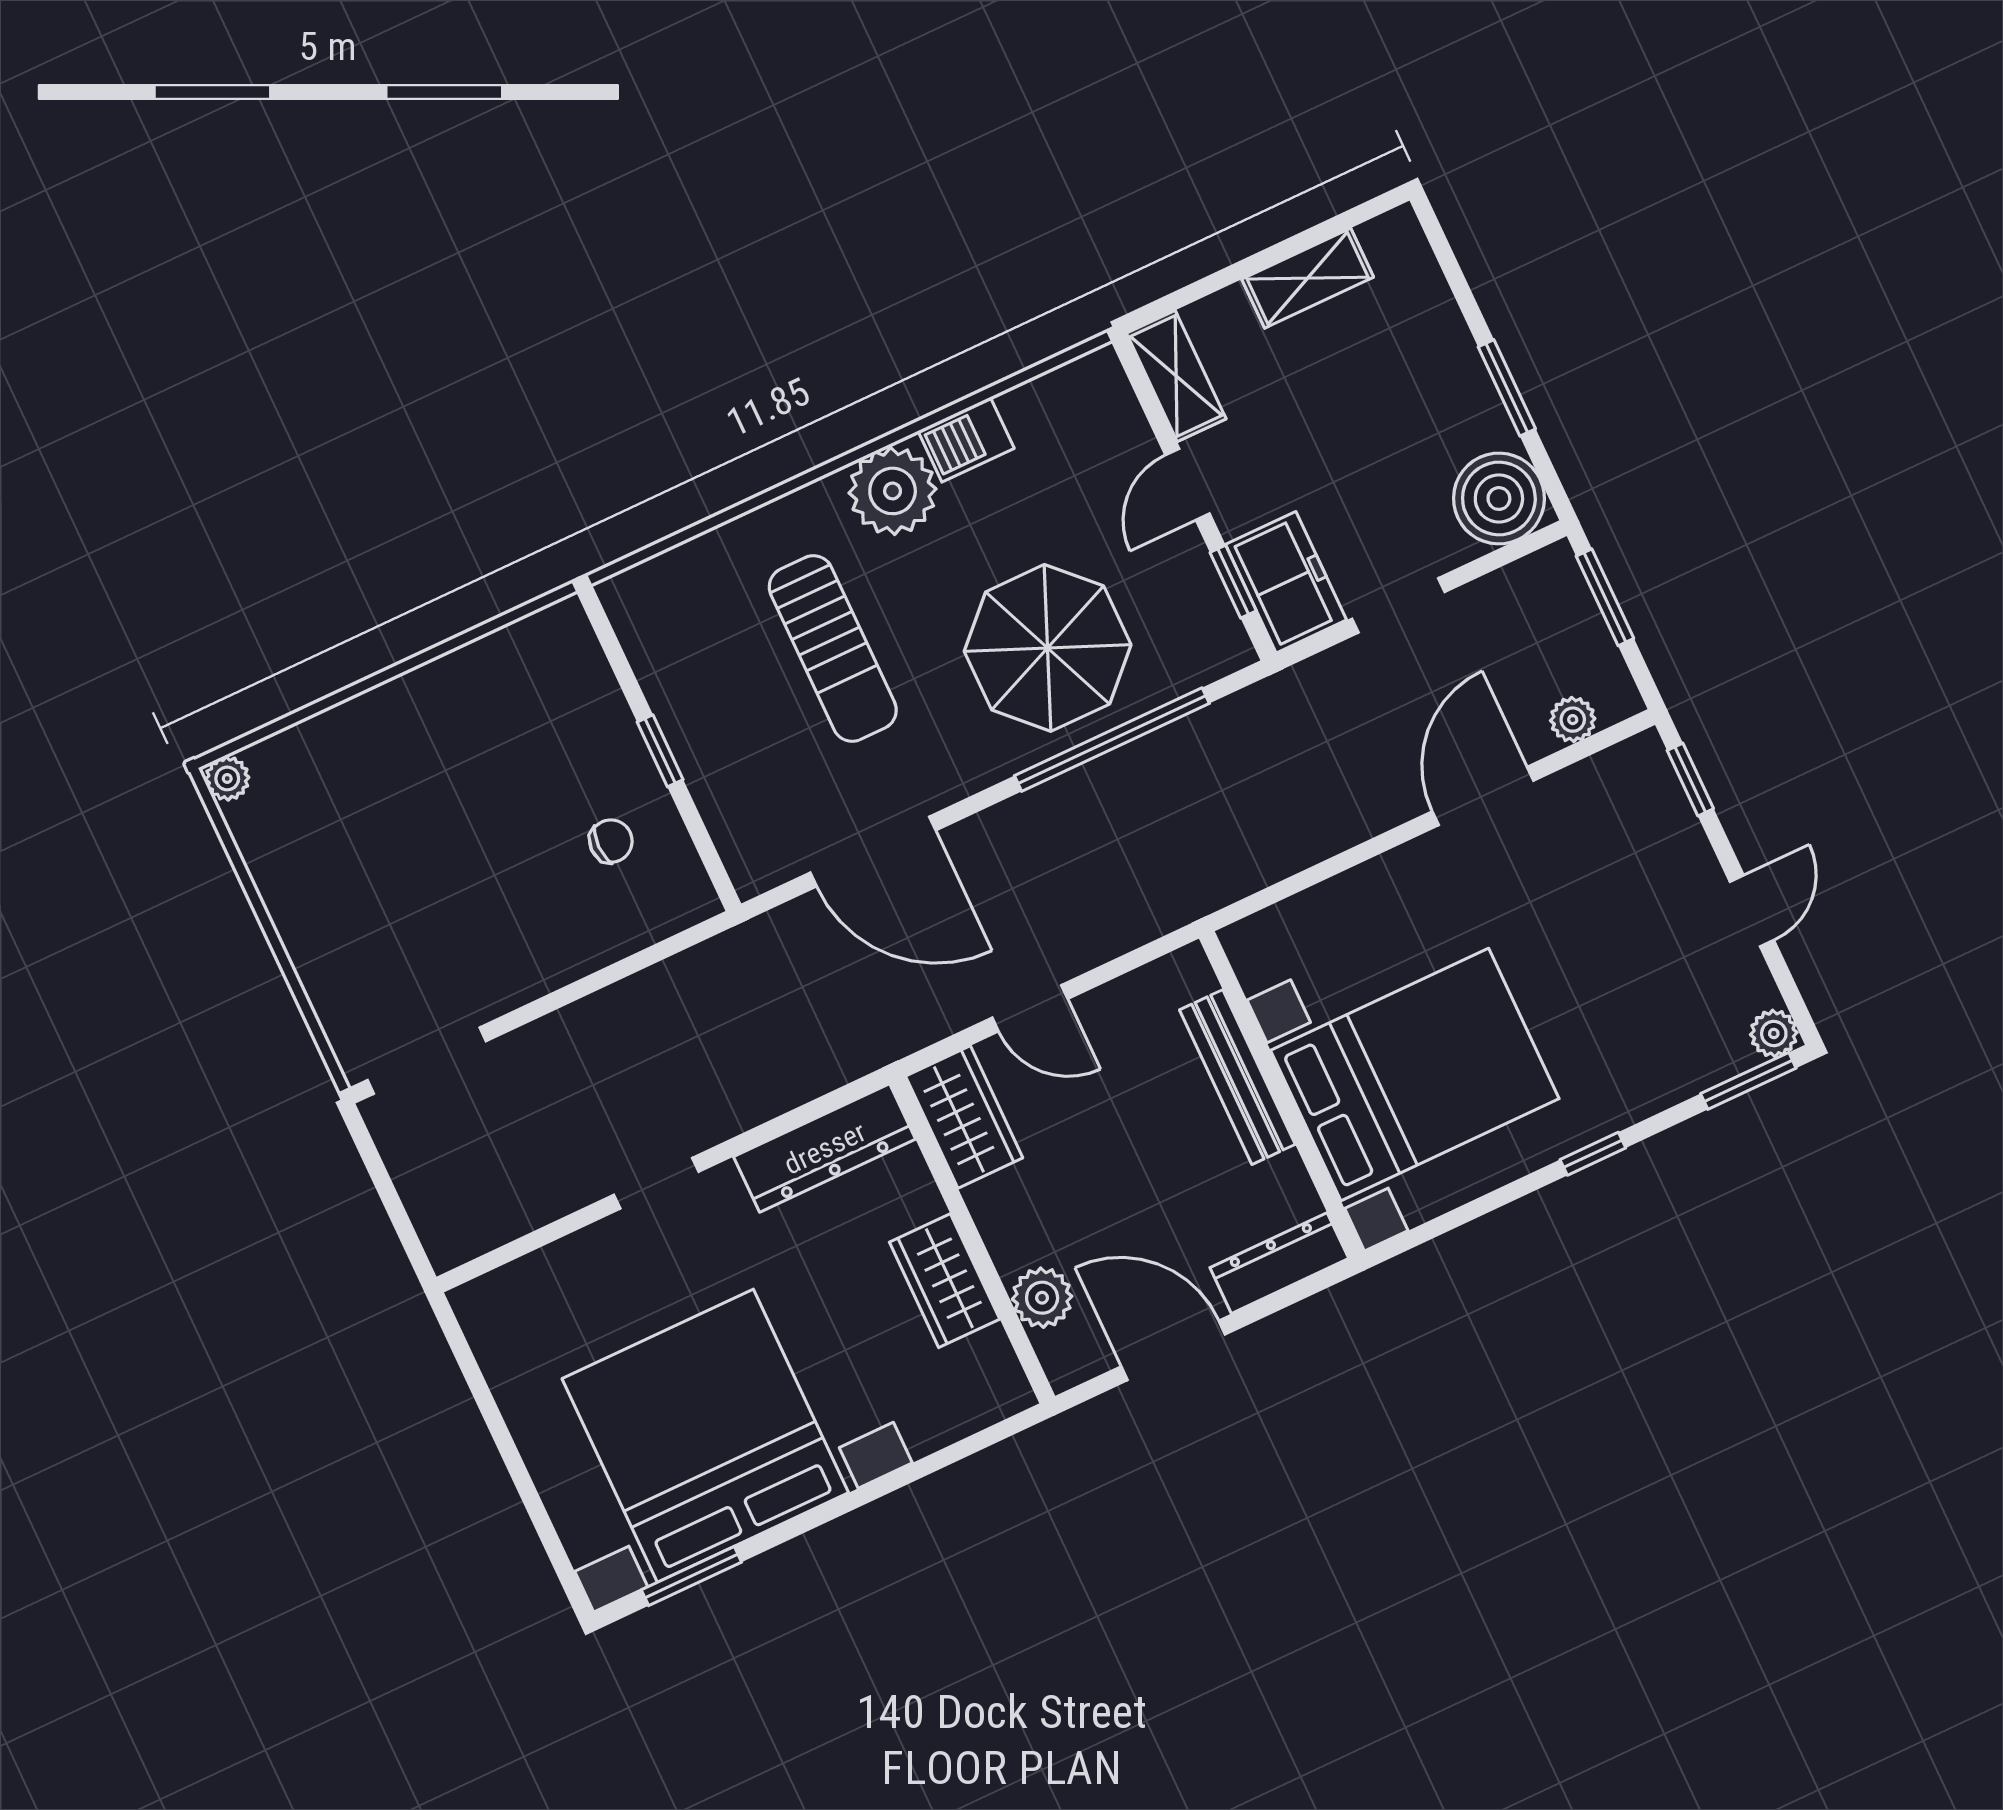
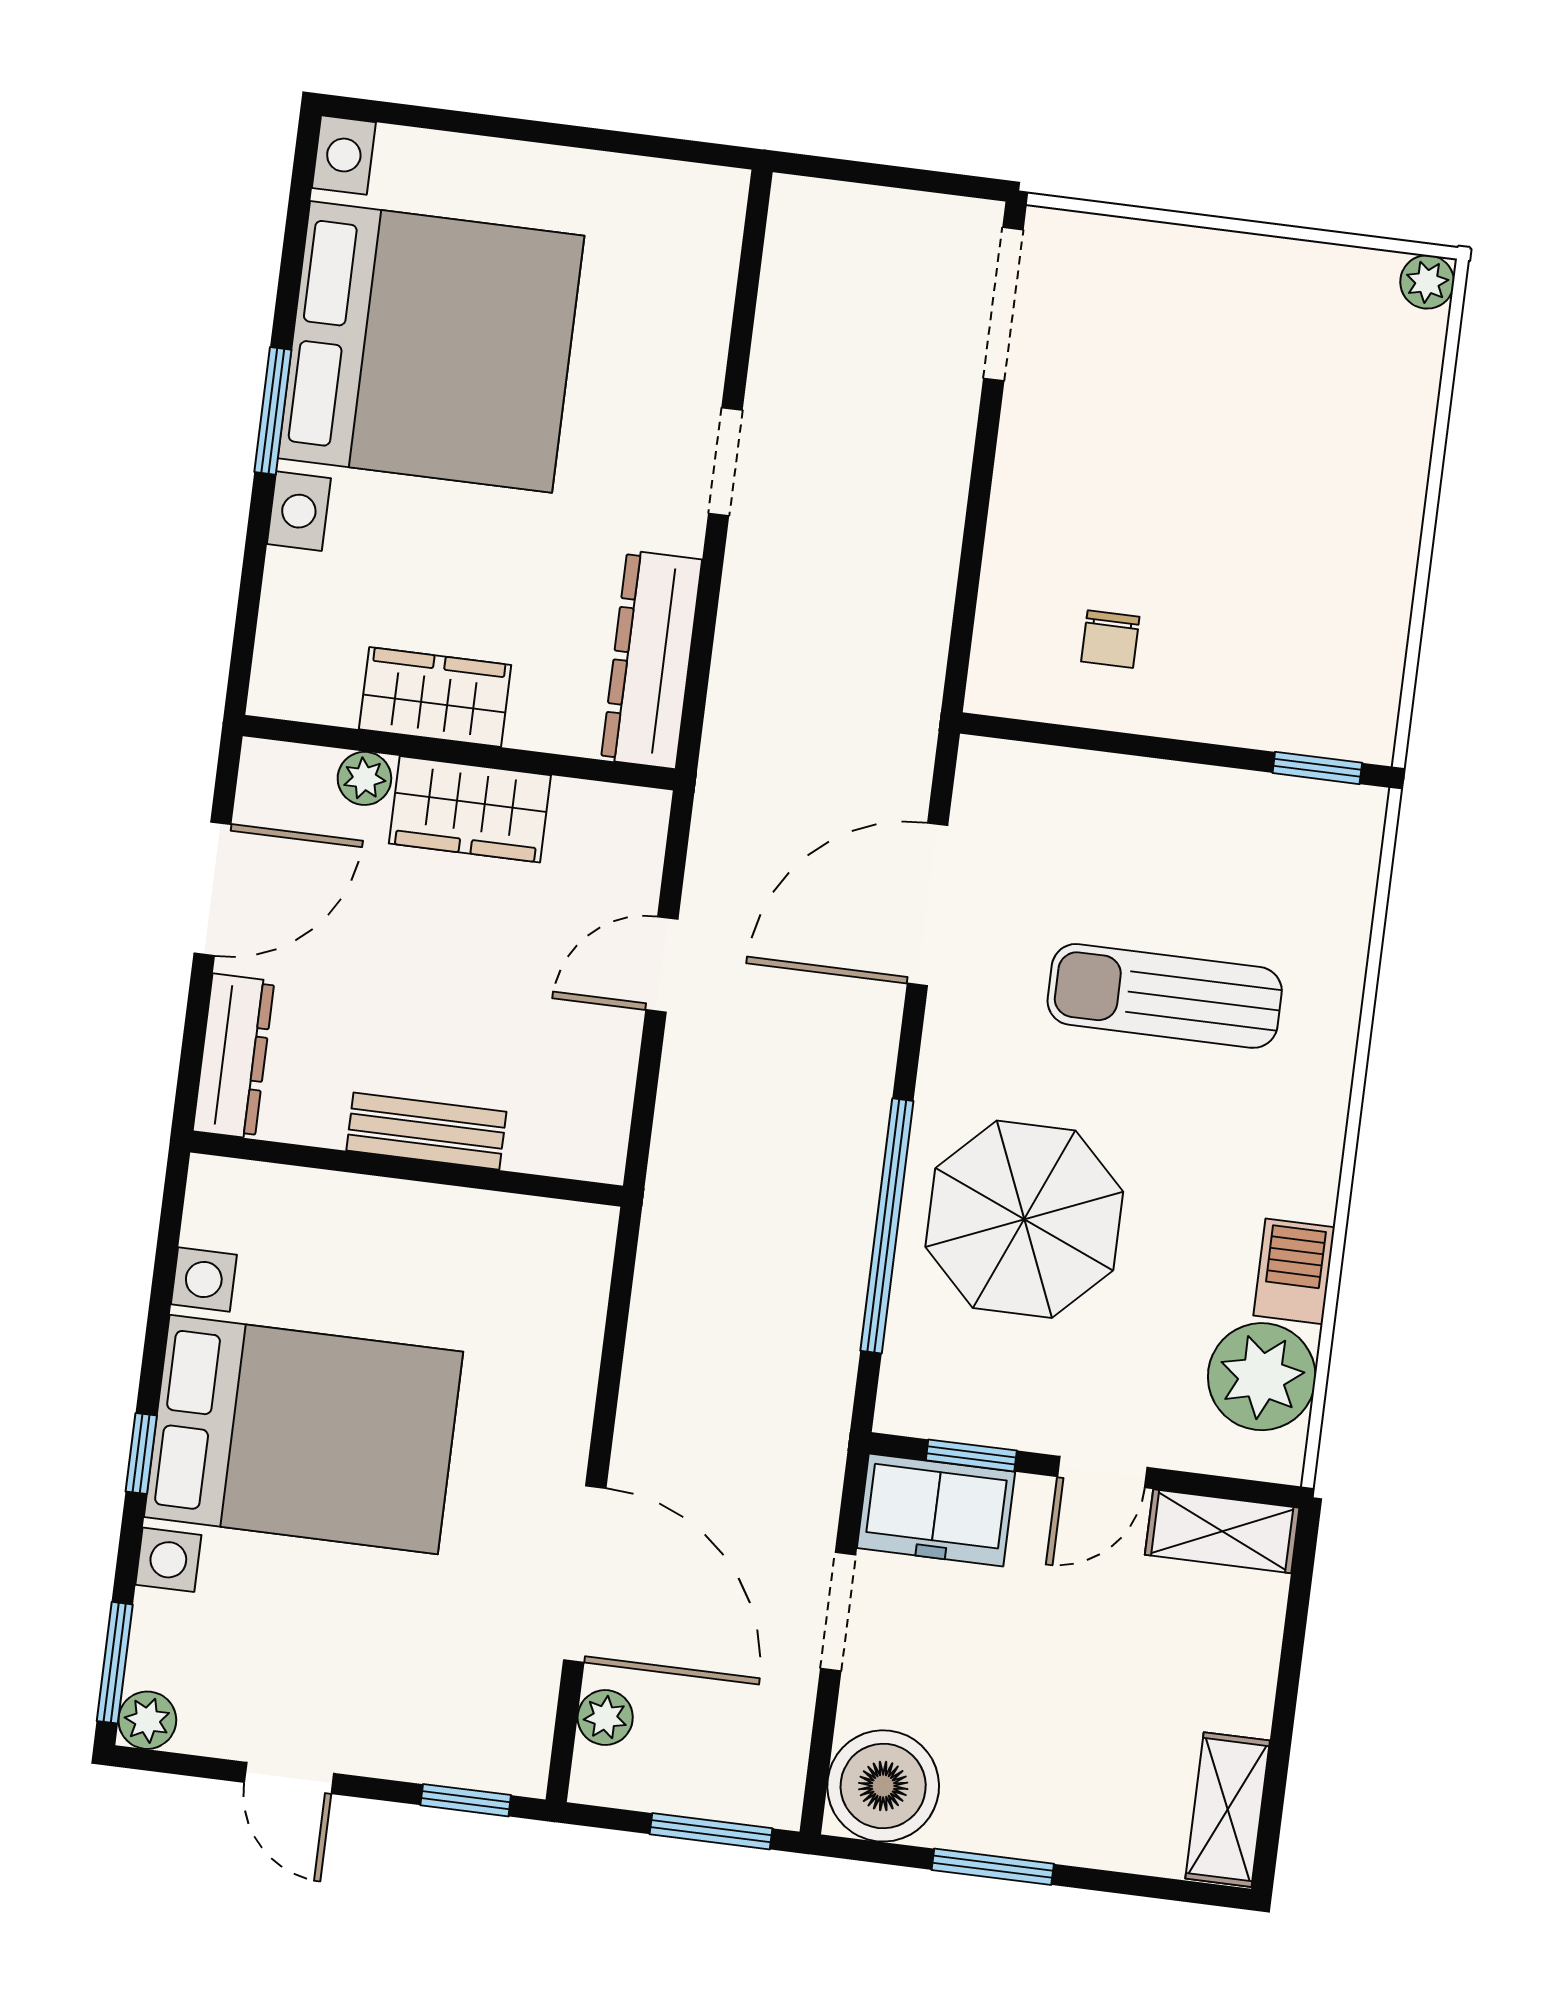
shelving: (1308, 278) -> (1228, 1810), moved
door: (1188, 484) -> (1102, 1472), swing flipped
plant: (893, 491) -> (1262, 1377), moved
window: (660, 751) -> (1317, 768), moved
door: (1483, 796) -> (585, 1574), width x1.36
bed with nightstands: (1415, 1075) -> (304, 1434), moved, turned -90
bench: (1237, 1077) -> (426, 1131), width x0.73
wardrobe: (964, 1117) -> (470, 809), moved
plant: (1042, 1298) -> (364, 778), width x0.73, depth x0.73
window: (691, 1576) -> (273, 411), moved

